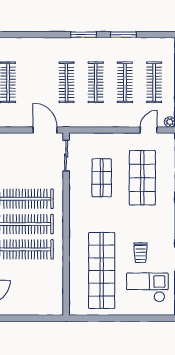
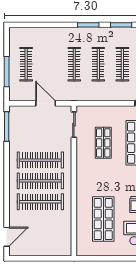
door: (45, 130) -> (46, 103), moved
shop shelf: (102, 270) -> (103, 219), width x0.71

